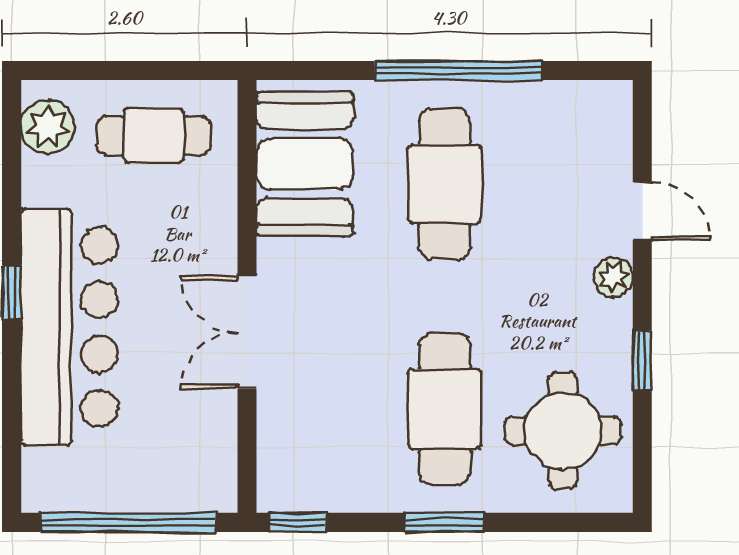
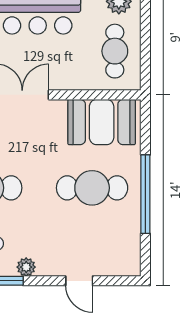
door: (642, 211) -> (79, 281), hinge flipped
plant: (613, 277) -> (26, 267), moved

